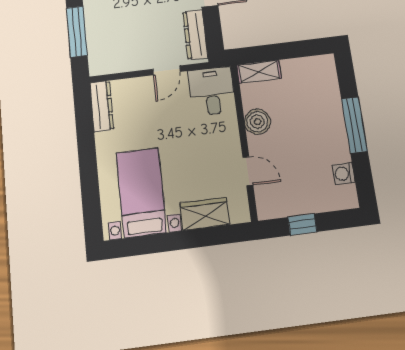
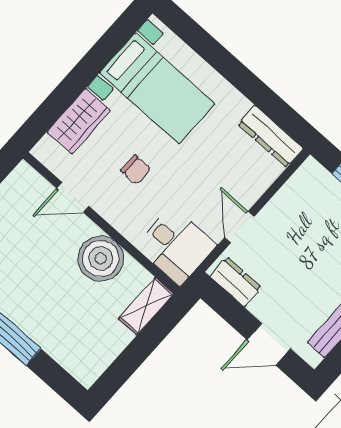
dresser: (195, 35) -> (236, 282), width x0.70
boiler: (257, 122) -> (101, 259), width x1.37, depth x1.37
chair: (197, 155) -> (136, 170), added

